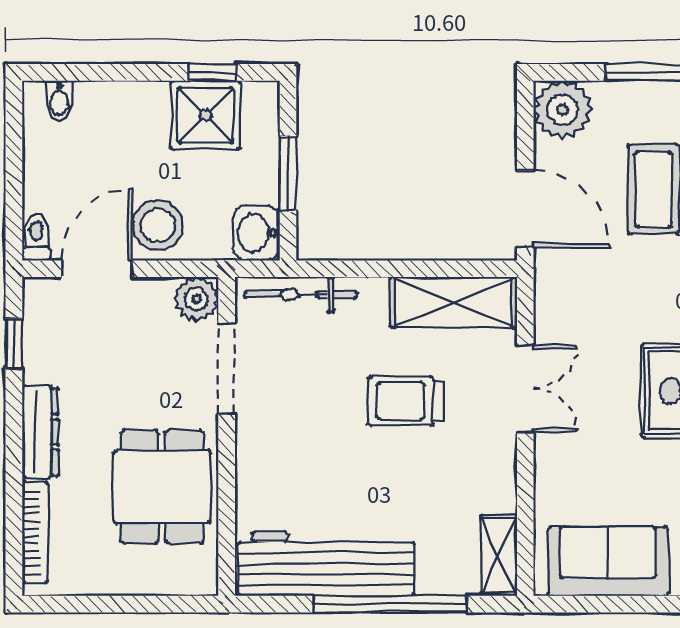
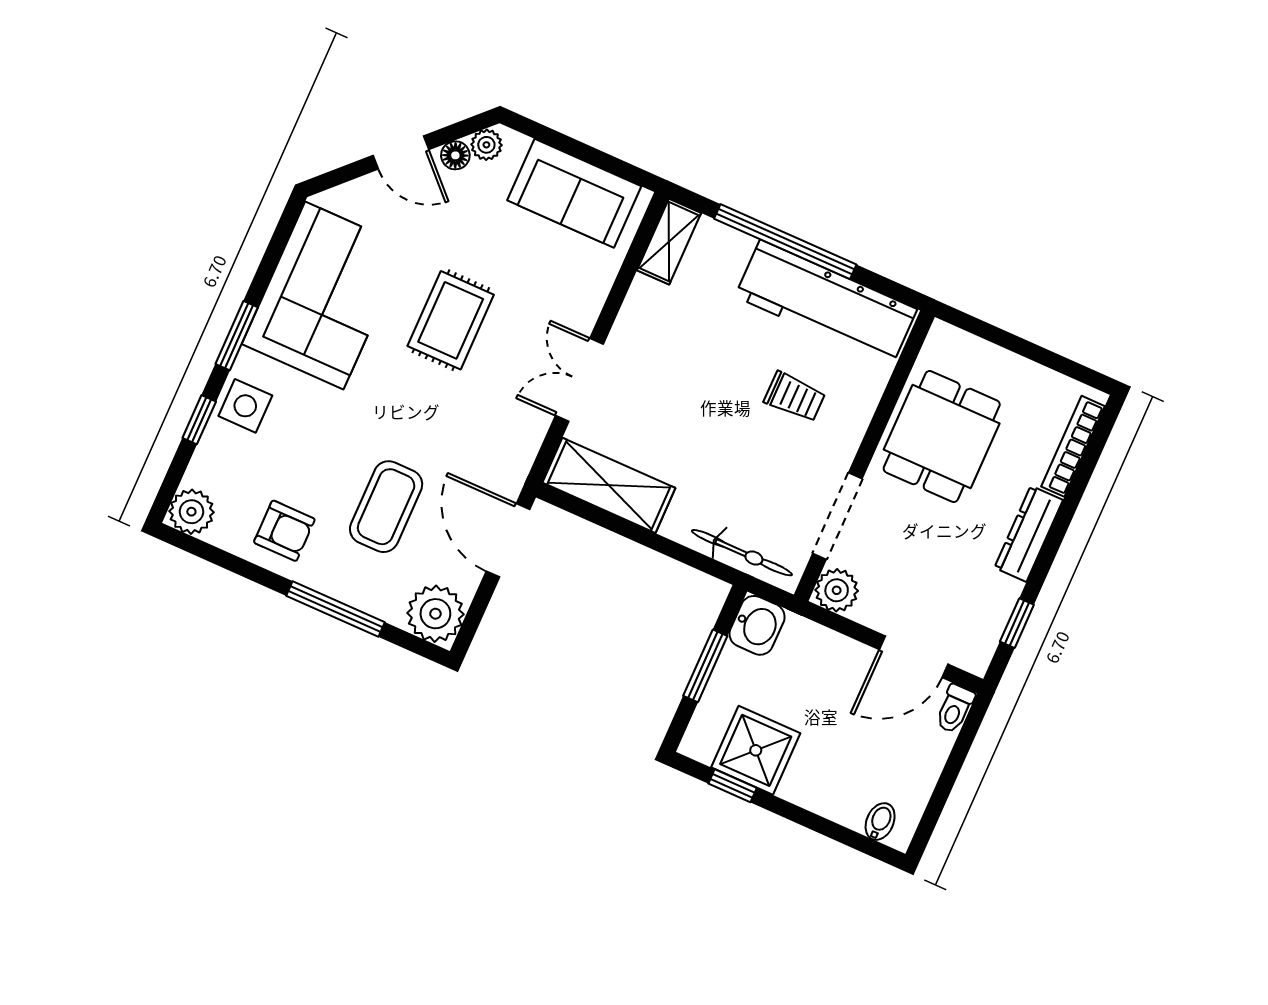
stool: (158, 225) -> (842, 671), removed
trolley: (406, 401) -> (795, 397), moved, width x0.73, depth x0.72

